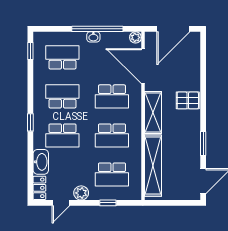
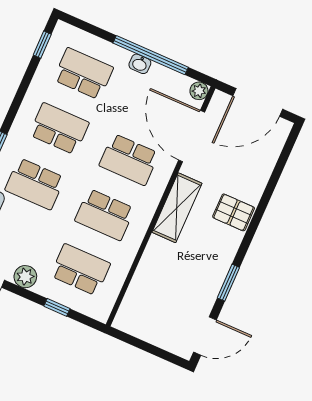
shelving: (153, 166) -> (144, 283), removed
school desk: (112, 174) -> (80, 270), turned 180

